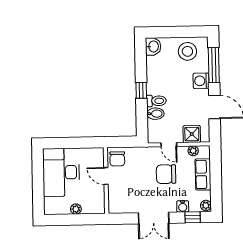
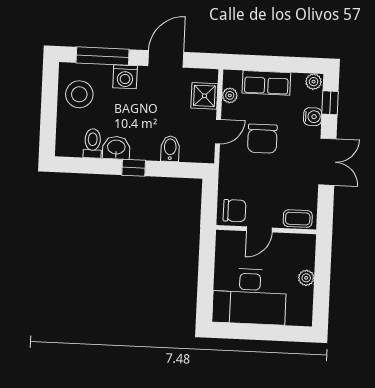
washbasin: (153, 46) -> (116, 148), moved
toilet: (156, 101) -> (93, 143), moved
coffee table: (115, 201) -> (298, 219), added

